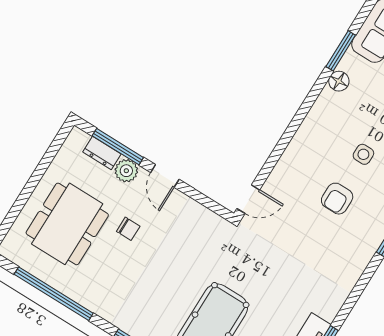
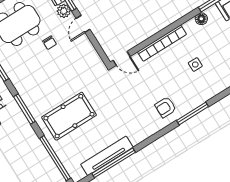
bookcase: (298, 147) -> (162, 43), added
armchair: (337, 199) -> (166, 107), moved

